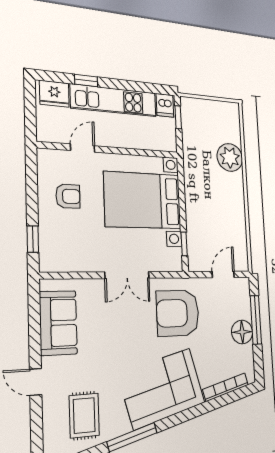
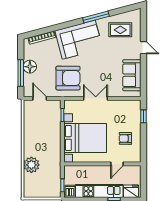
door: (223, 274) -> (40, 98), swing flipped
rug: (84, 416) -> (120, 30), turned 90

